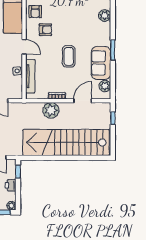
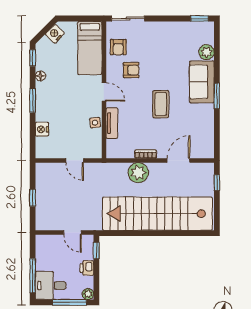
sofa: (101, 63) -> (202, 82), moved
tv unit: (30, 76) -> (112, 123), width x0.71
plant: (105, 86) -> (207, 142), removed

